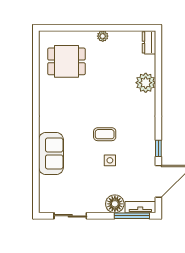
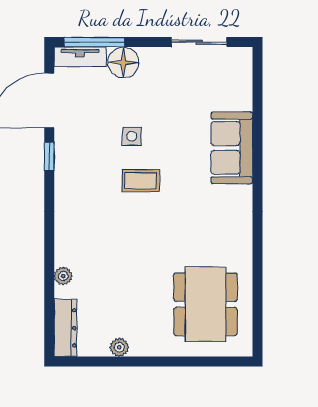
plant: (103, 36) -> (119, 347), moved
dresser: (149, 42) -> (65, 328), width x1.44
dining table: (66, 61) -> (205, 304), width x1.37
plant: (146, 83) -> (63, 276), width x0.53, depth x0.53

